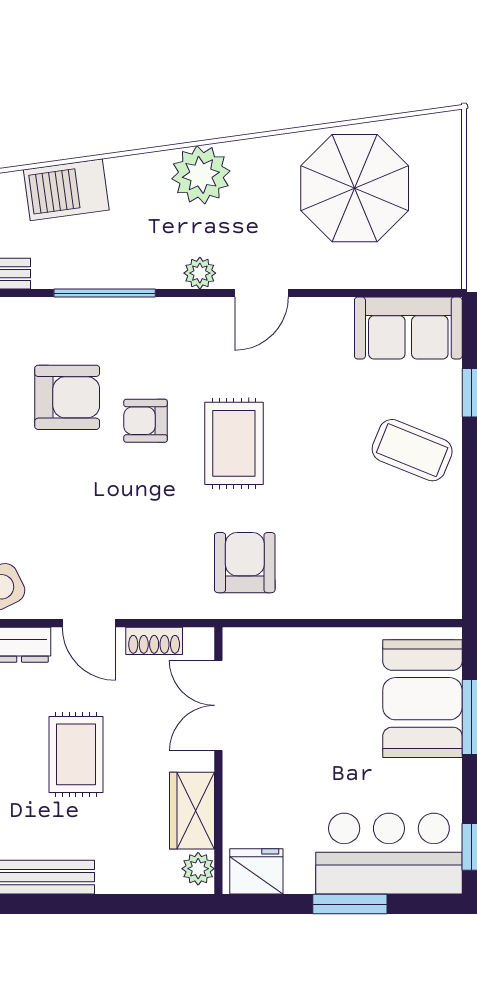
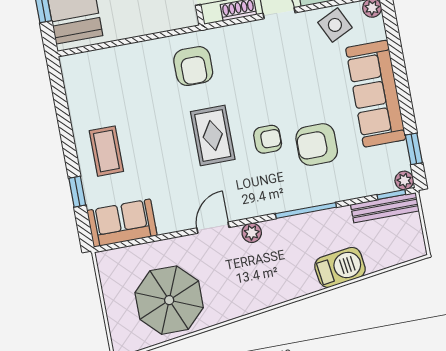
plant: (201, 175) -> (262, 291), removed
coffee table: (412, 450) -> (106, 151), turned 68

